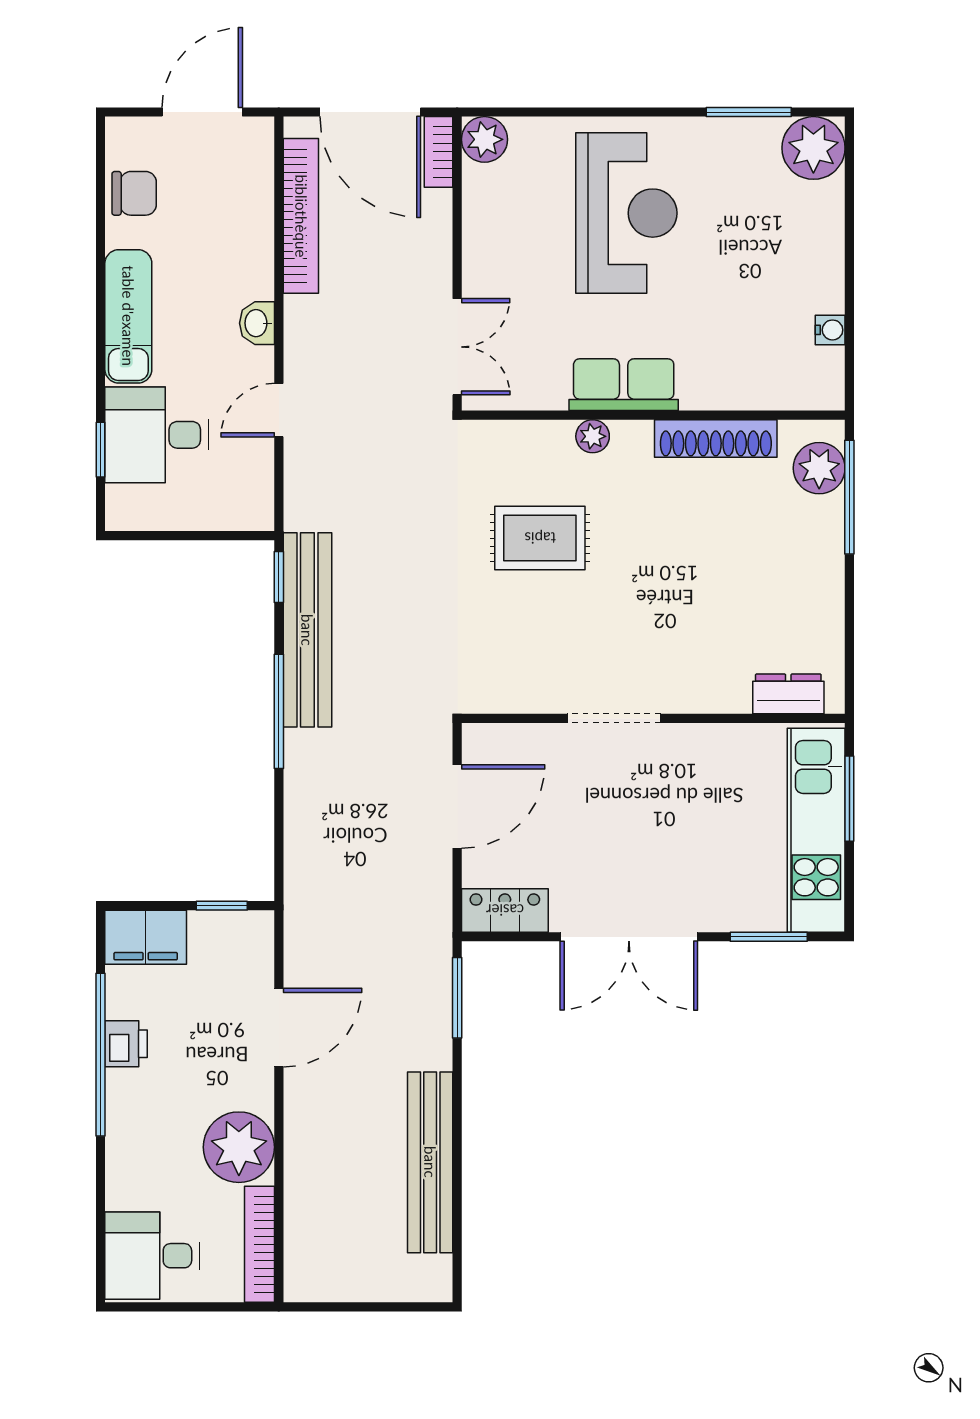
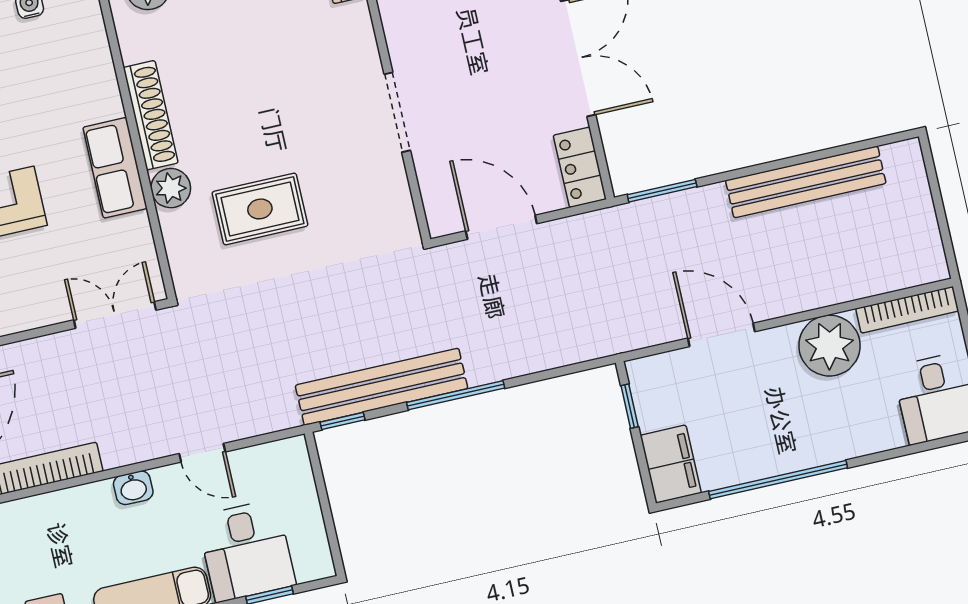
plant: (593, 436) -> (171, 188), width x1.38, depth x1.38
shoe rack: (716, 439) -> (151, 115), moved
rug: (540, 538) -> (260, 209), turned 90
printer: (126, 1044) -> (764, 460), removed

